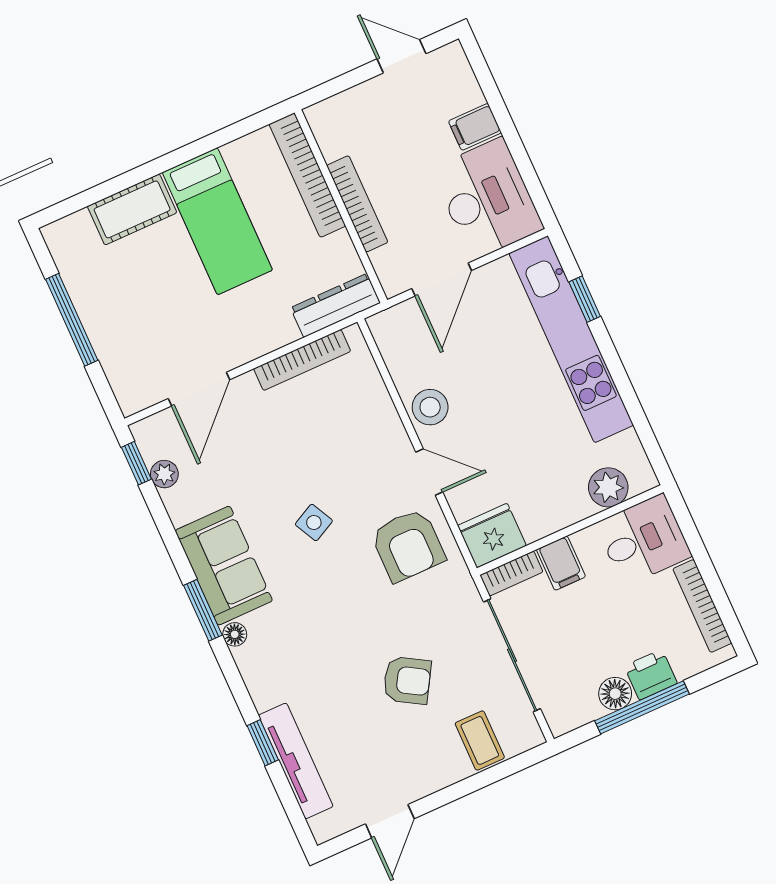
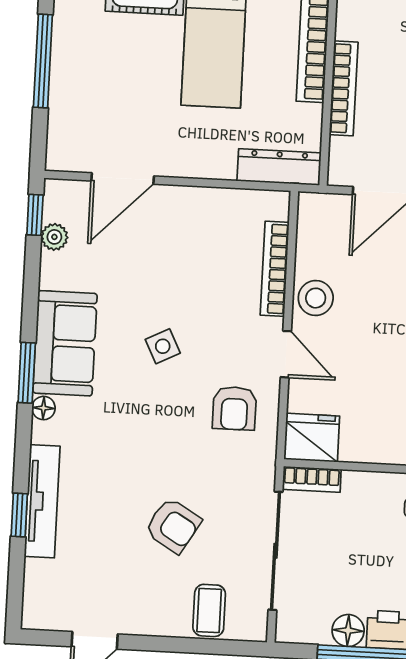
bookcase: (302, 360) -> (275, 269), moved, turned 90
armchair: (408, 545) -> (234, 408), width x0.72, depth x0.72
filing cabinet: (561, 563) -> (360, 493), removed
tv unit: (296, 761) -> (42, 501), moved

